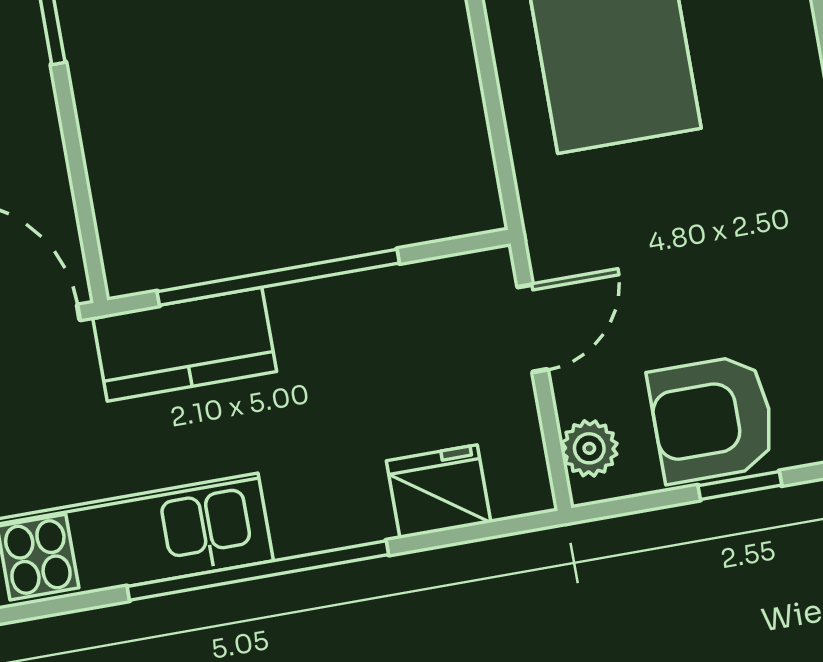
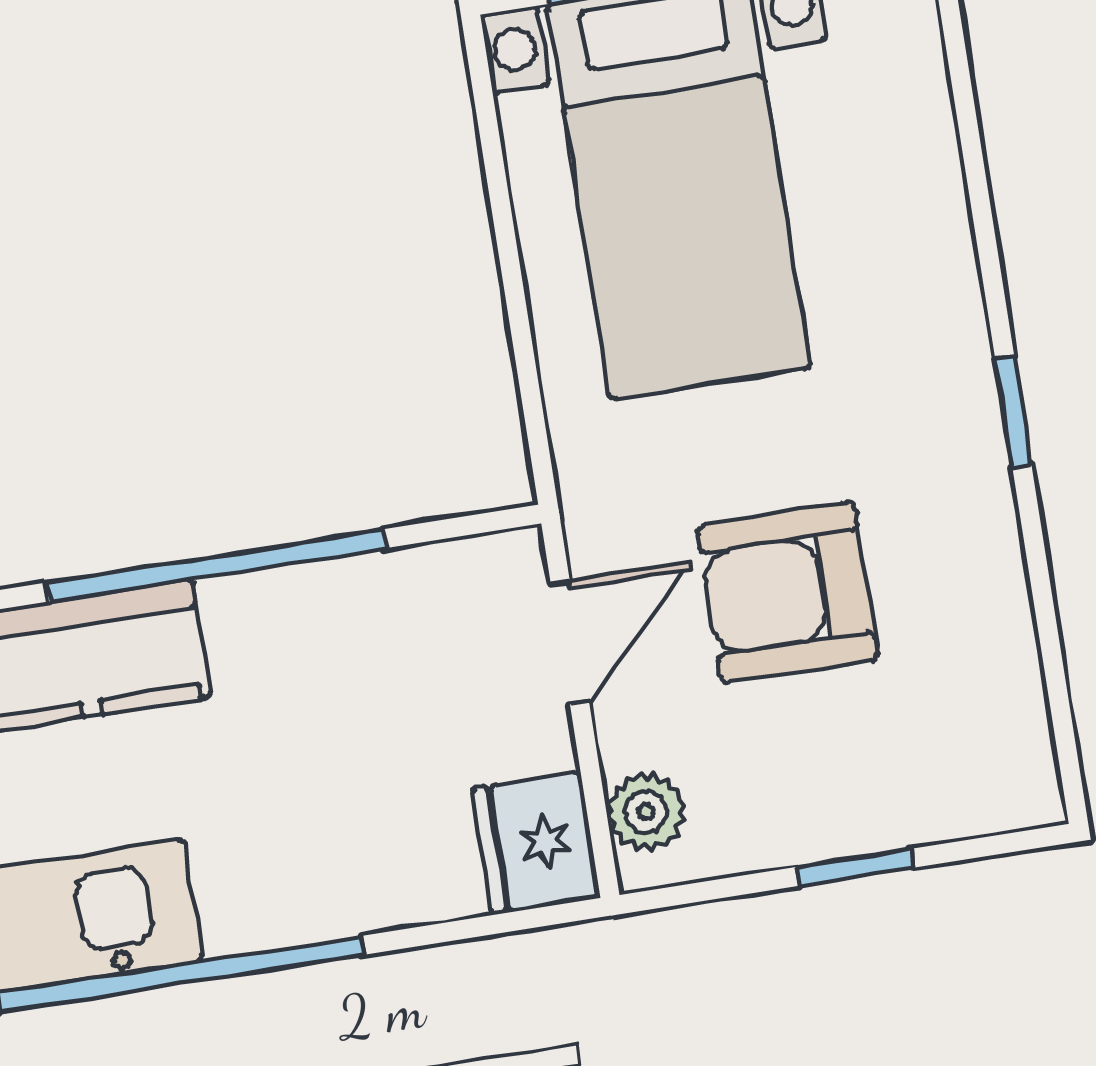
armchair: (712, 419) -> (788, 593), moved
fridge: (439, 492) -> (536, 843), moved, turned -90

